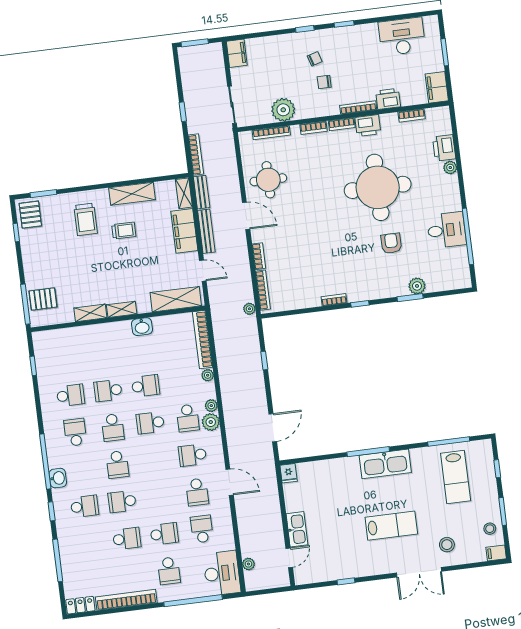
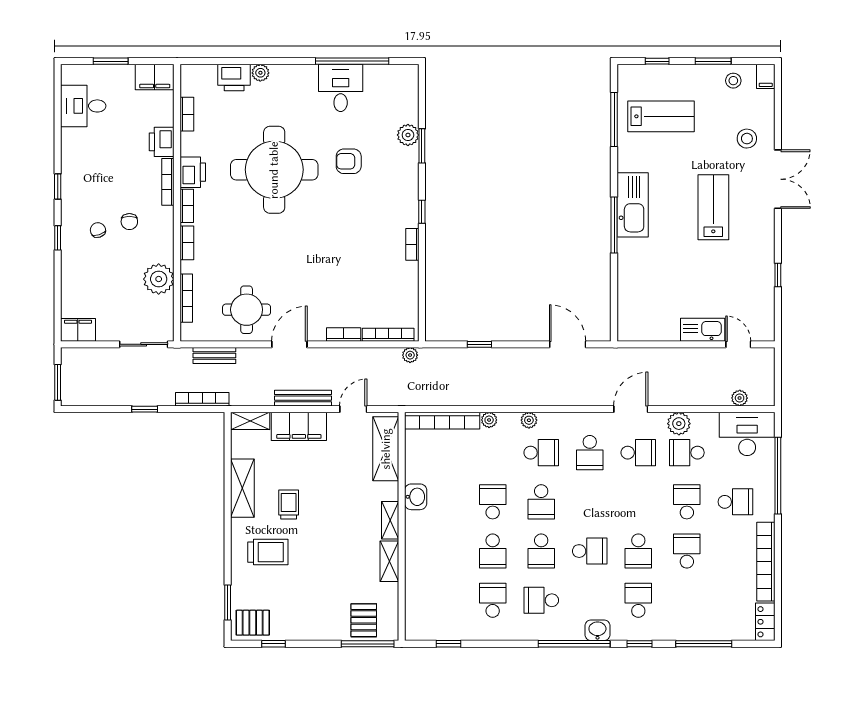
desk: (402, 36) -> (83, 106), width x0.73
bench: (202, 192) -> (214, 356), moved
plant: (211, 422) -> (679, 424), moved
school desk: (113, 428) -> (541, 551), turned 90
fridge: (289, 473) -> (629, 331), removed

